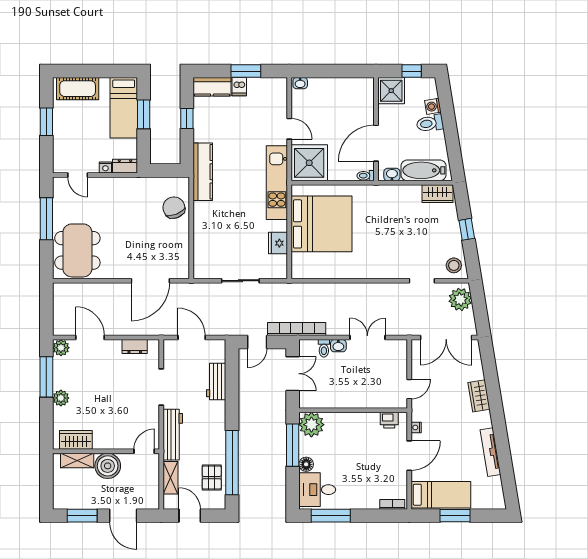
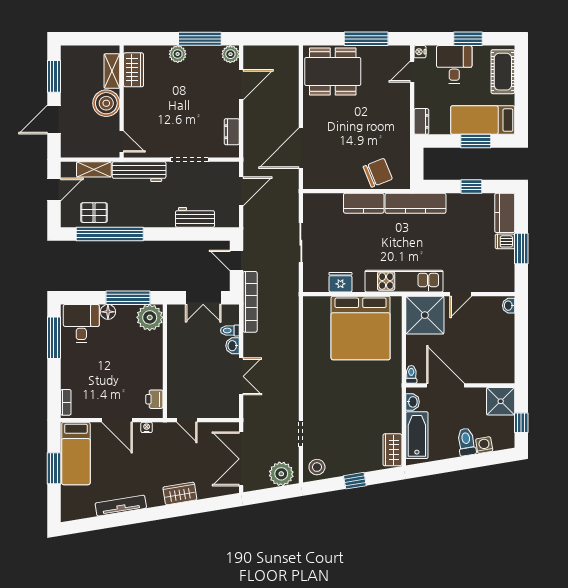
desk: (71, 135) -> (454, 64), added
nightstand: (105, 167) -> (420, 52), moved
kitchen counter: (203, 221) -> (364, 203), added
door: (150, 281) -> (301, 148), hinge flipped

